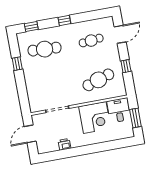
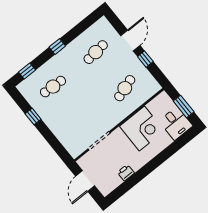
door: (120, 34) -> (130, 41), moved
cafe table: (45, 49) -> (53, 87), width x0.73, depth x0.74
cafe table: (98, 80) -> (125, 88), width x0.73, depth x0.74
desk: (119, 110) -> (176, 123), moved, turned 180

